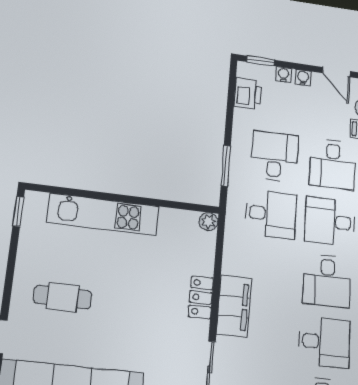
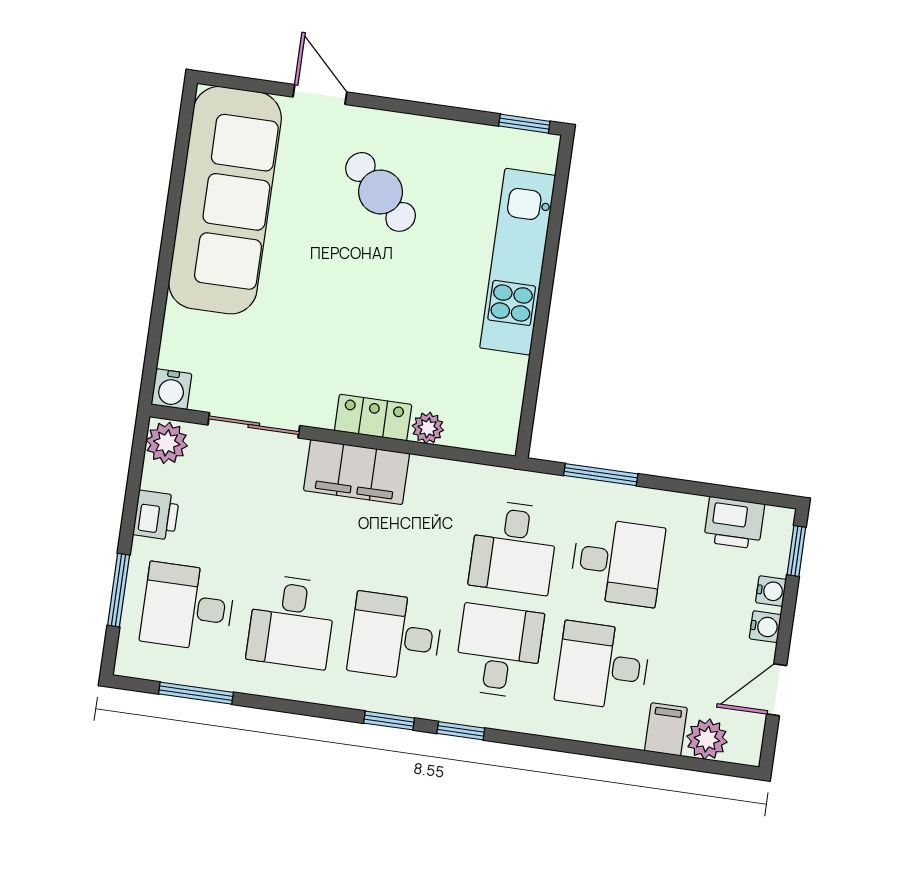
plant: (209, 222) -> (428, 428), moved
cafe table: (63, 297) -> (381, 192), turned -47

